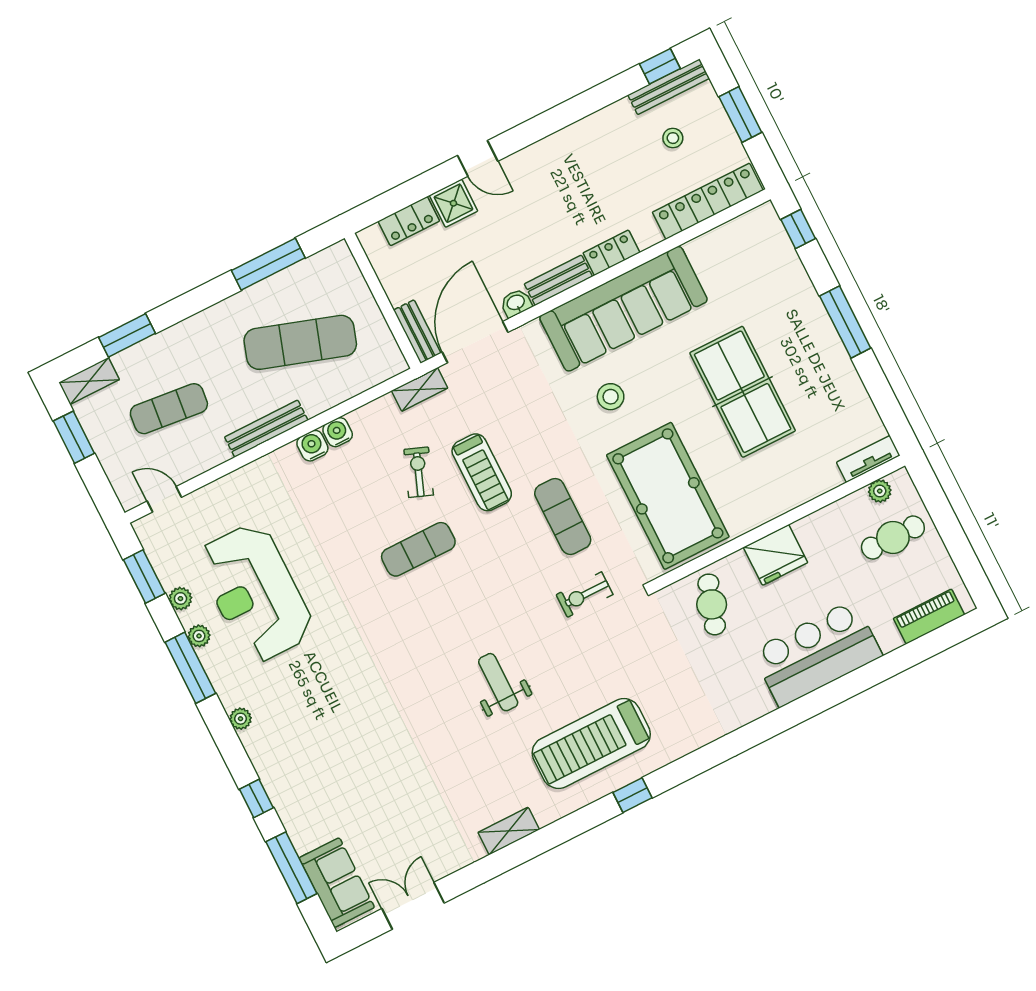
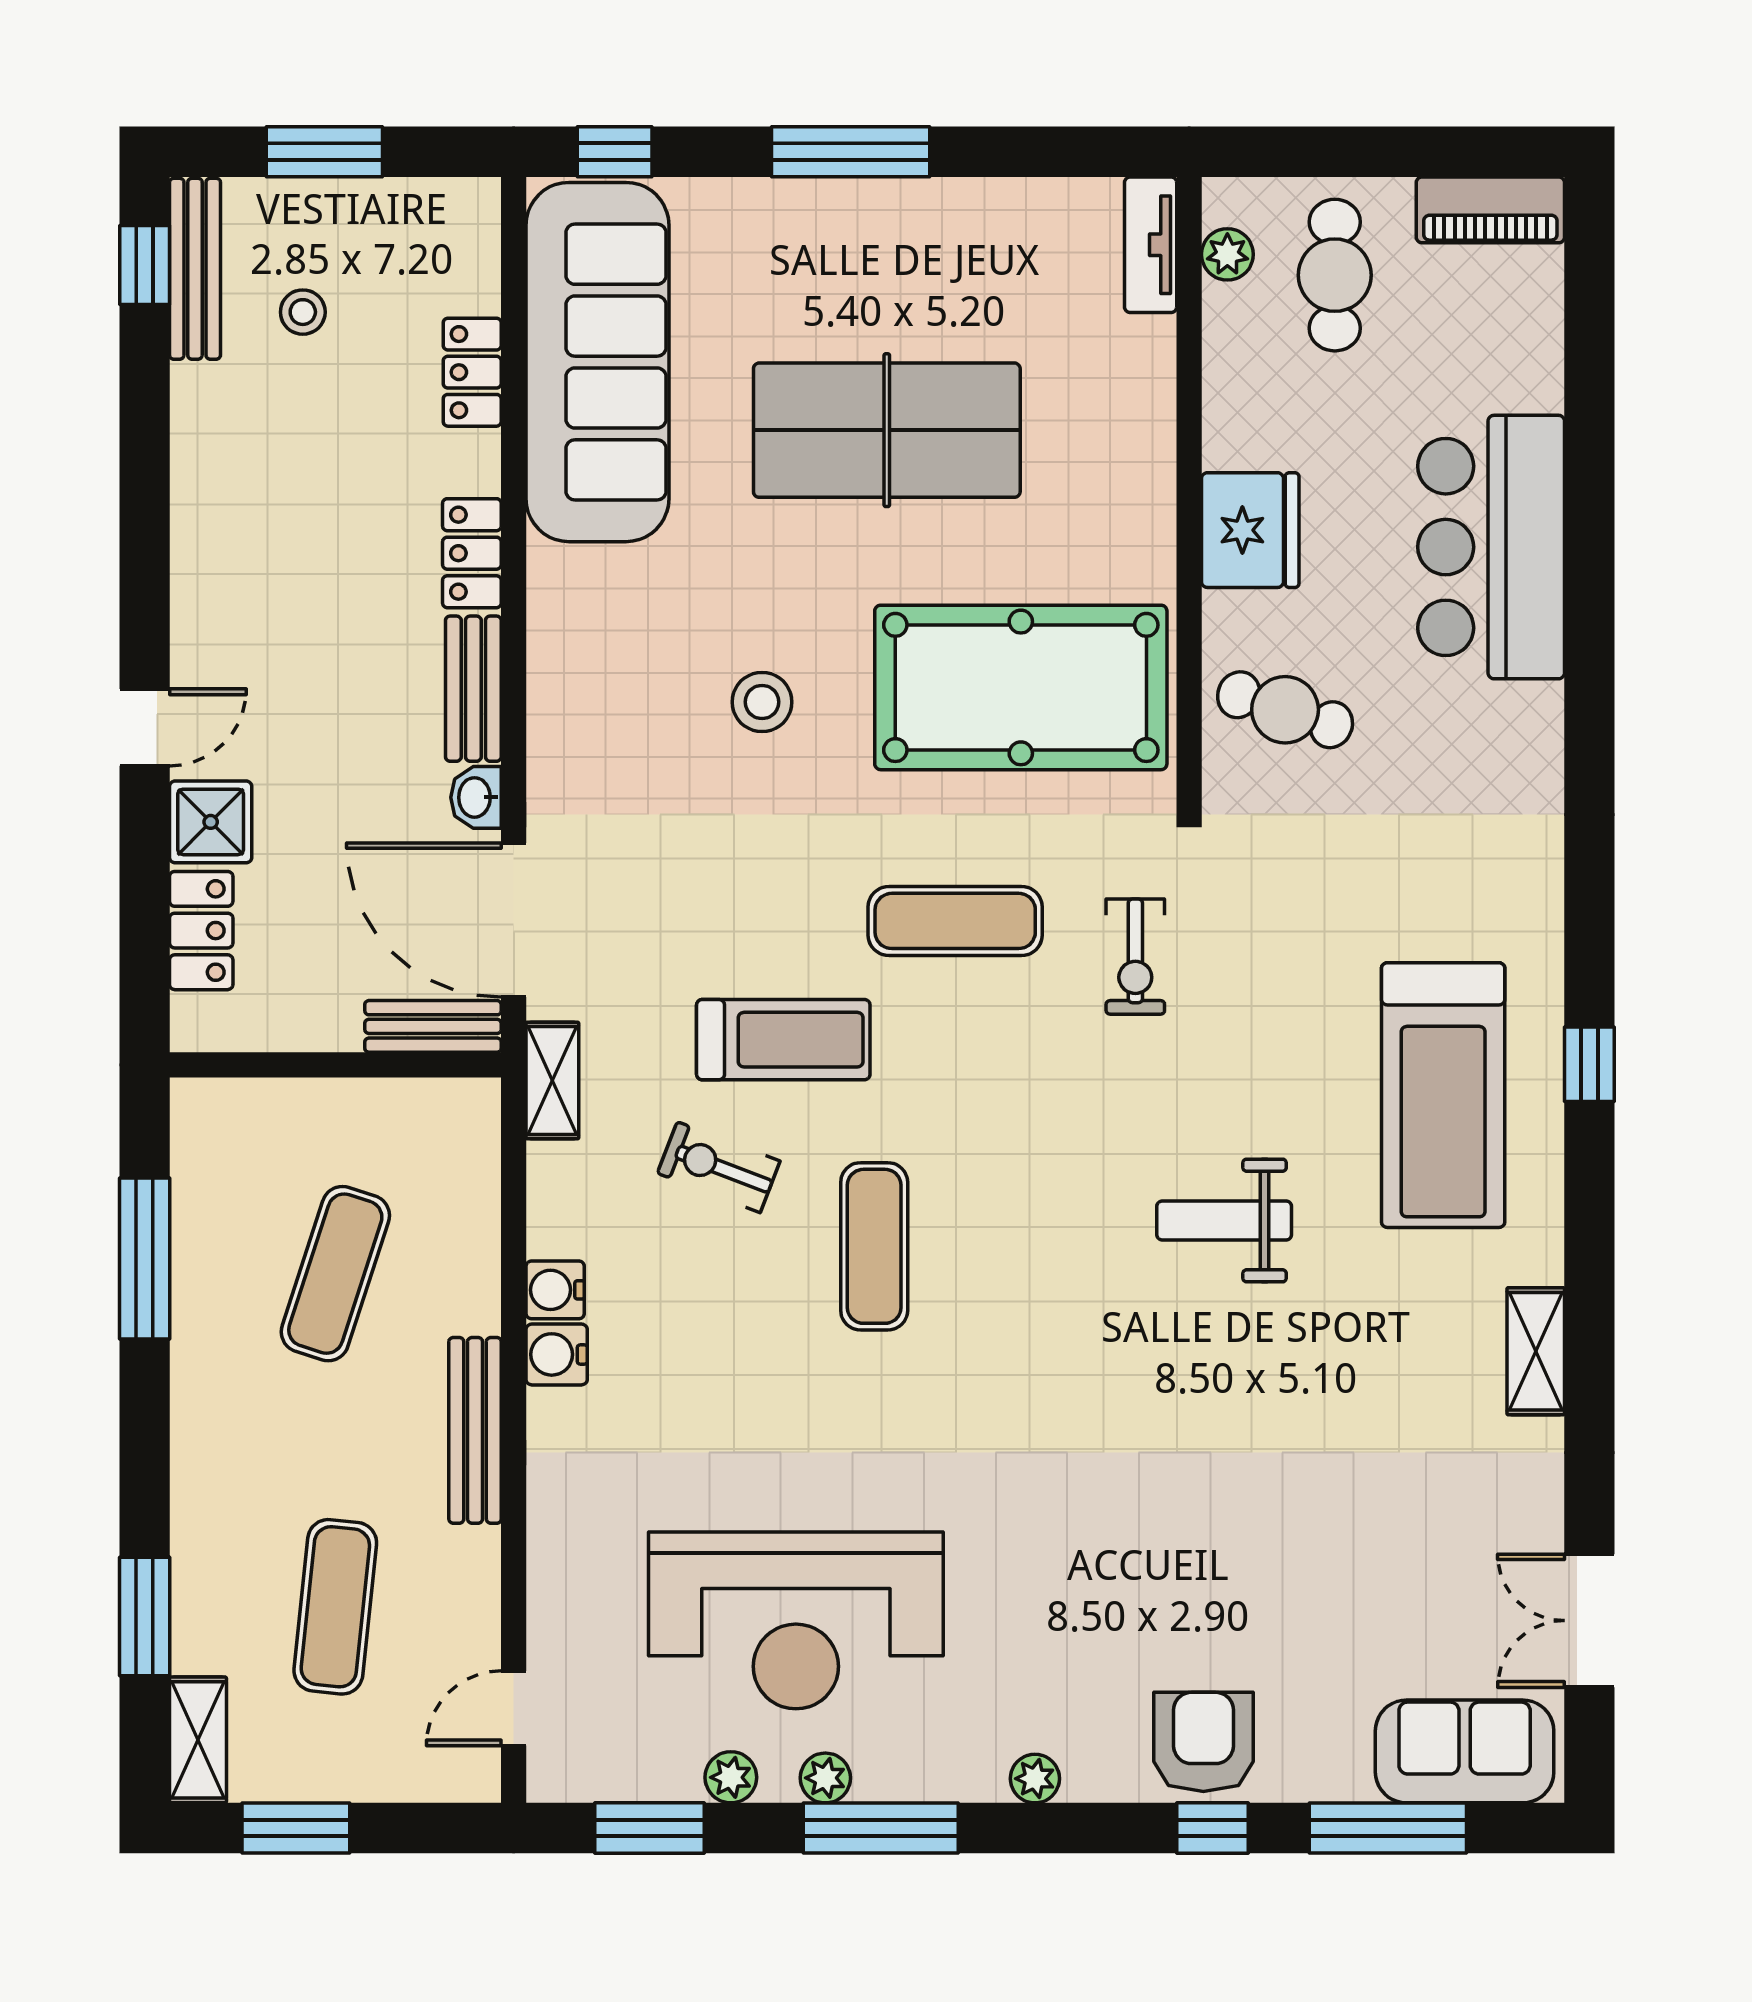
locker: (708, 201) -> (472, 372), width x0.46, depth x0.83
sofa: (624, 309) -> (597, 362), moved
exercise mat: (300, 342) -> (335, 1274), width x0.73, depth x0.69
piano: (929, 617) -> (1490, 210), moved, turned -90
armchair: (289, 778) -> (1203, 1742), added

